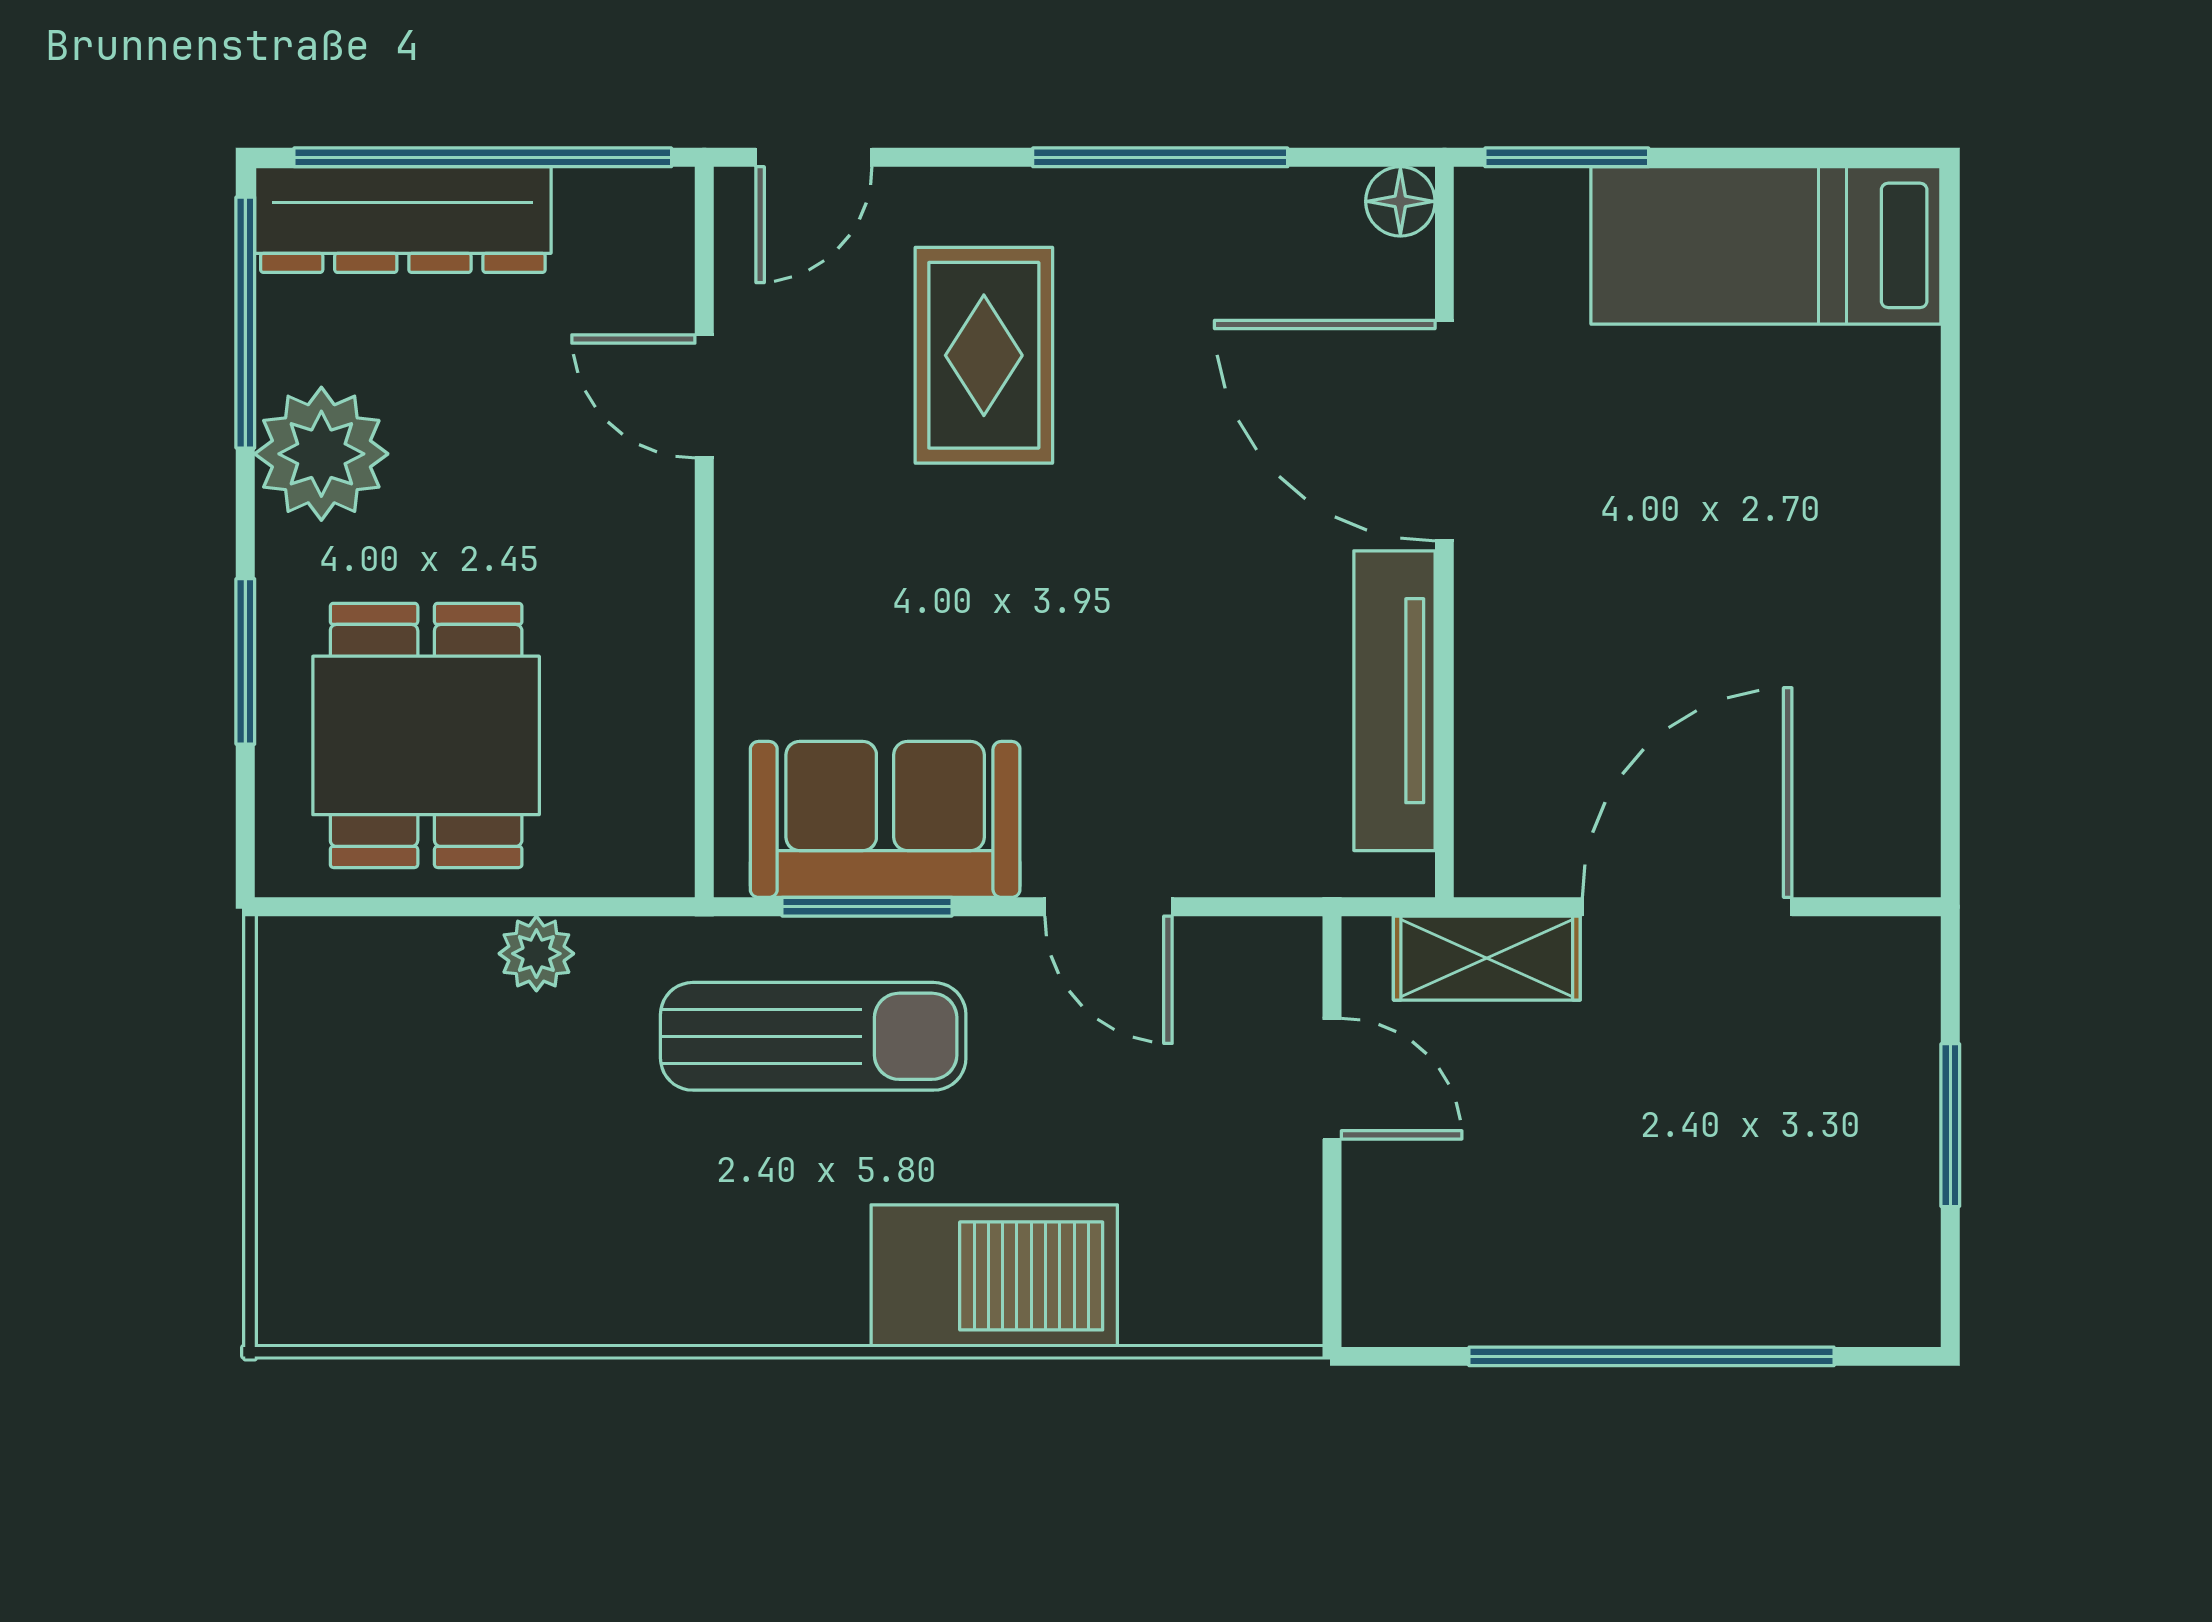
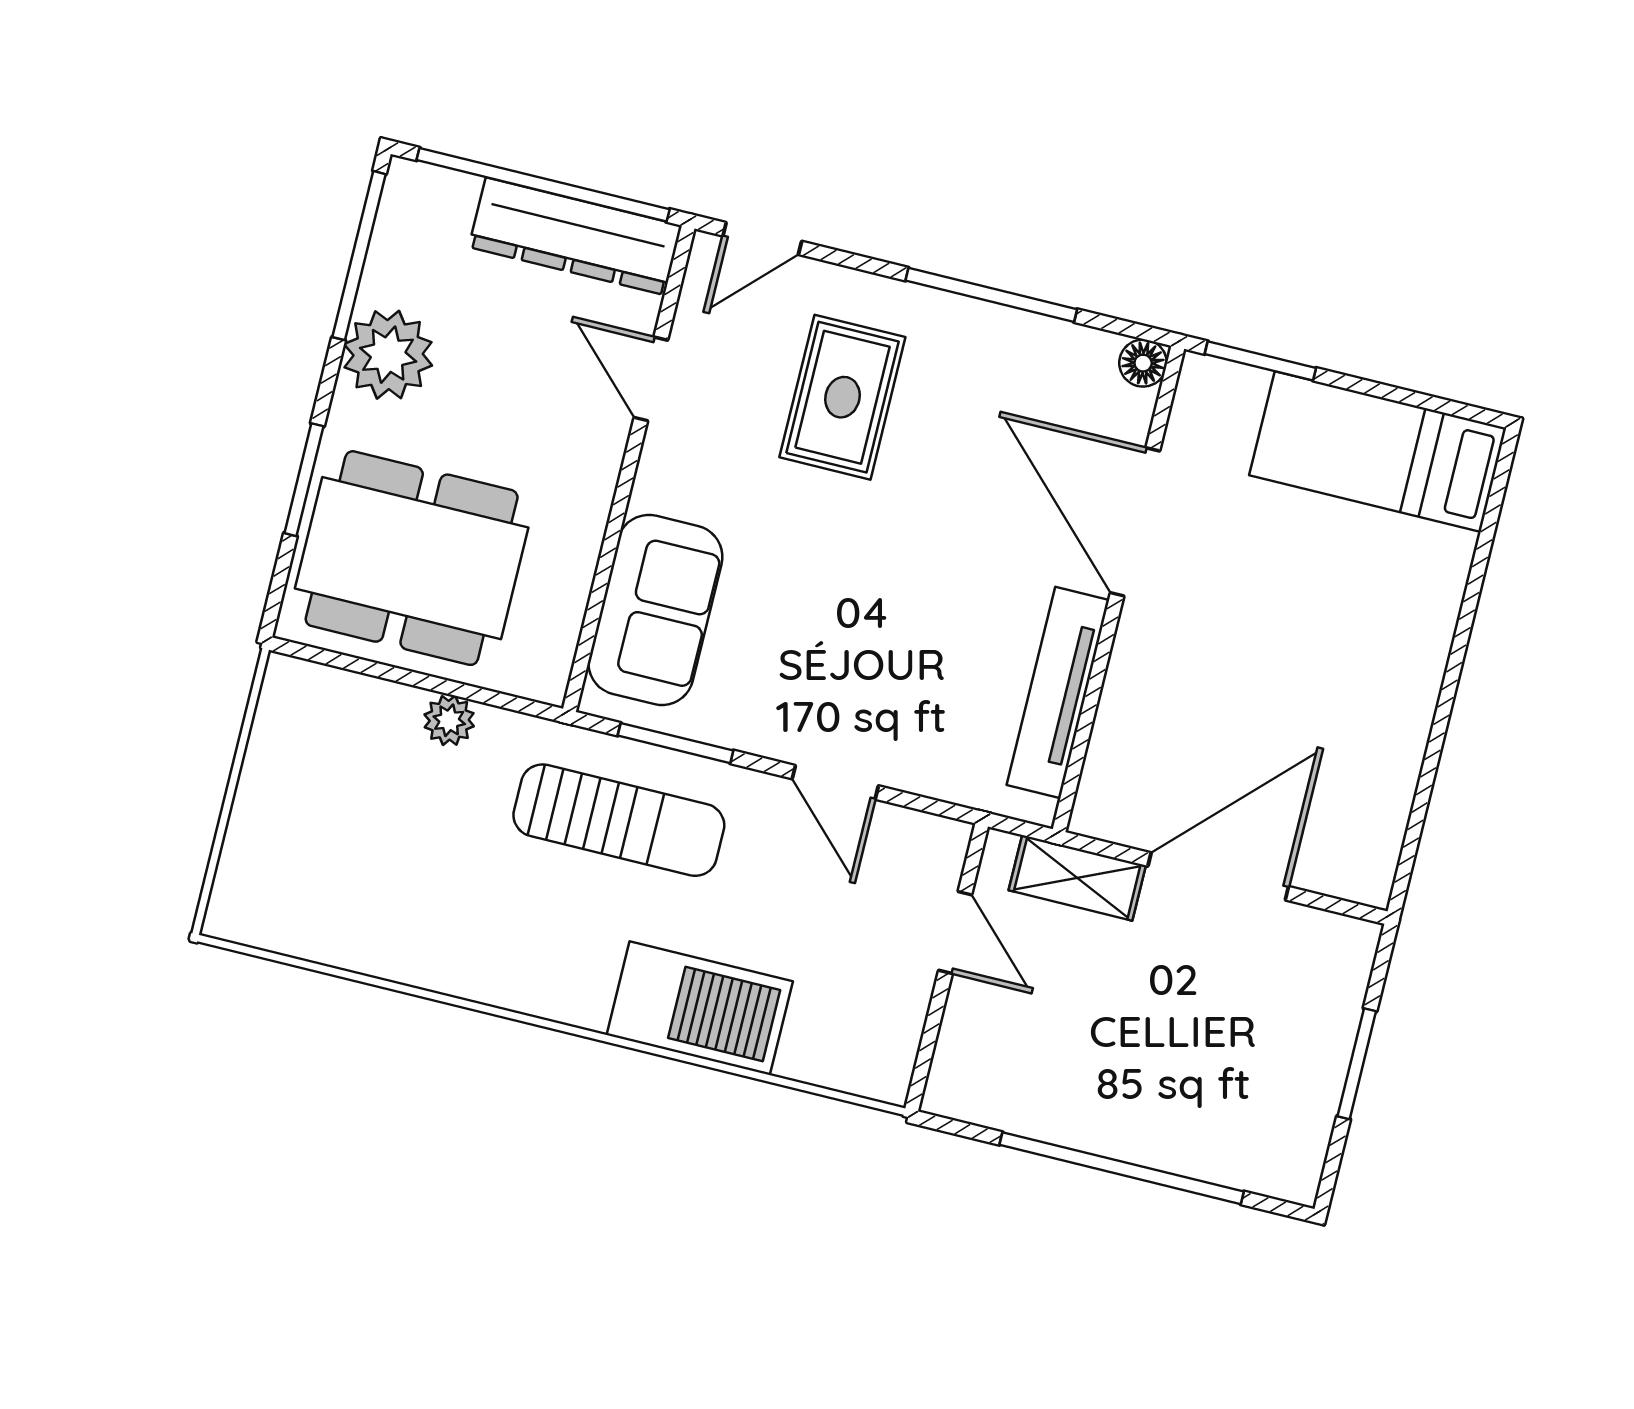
dresser: (403, 220) -> (575, 236), moved
dining table: (426, 735) -> (412, 558), width x1.38
sofa: (885, 819) -> (655, 610), moved, turned 90

